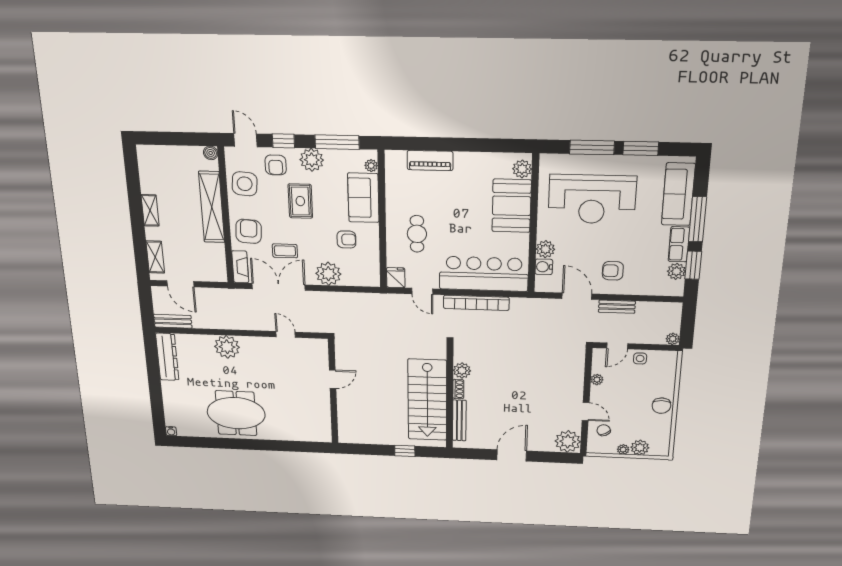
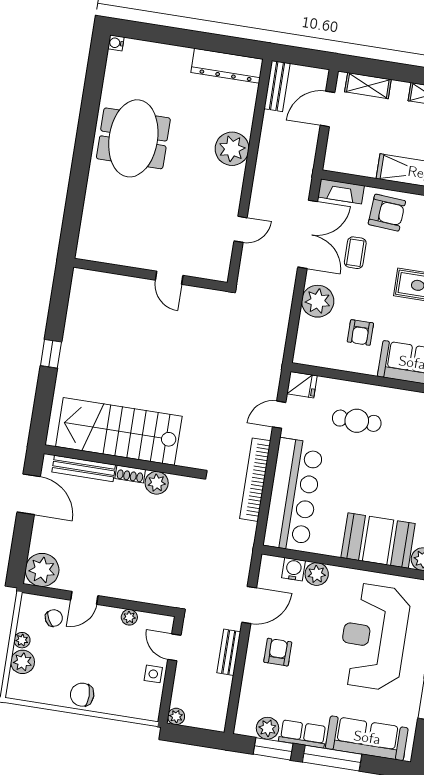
plant: (462, 371) -> (157, 483), moved
shoe rack: (458, 389) -> (130, 474), moved
wall: (450, 396) -> (121, 461), moved
stairs: (427, 400) -> (119, 431), moved
bench: (459, 420) -> (84, 468), moved

